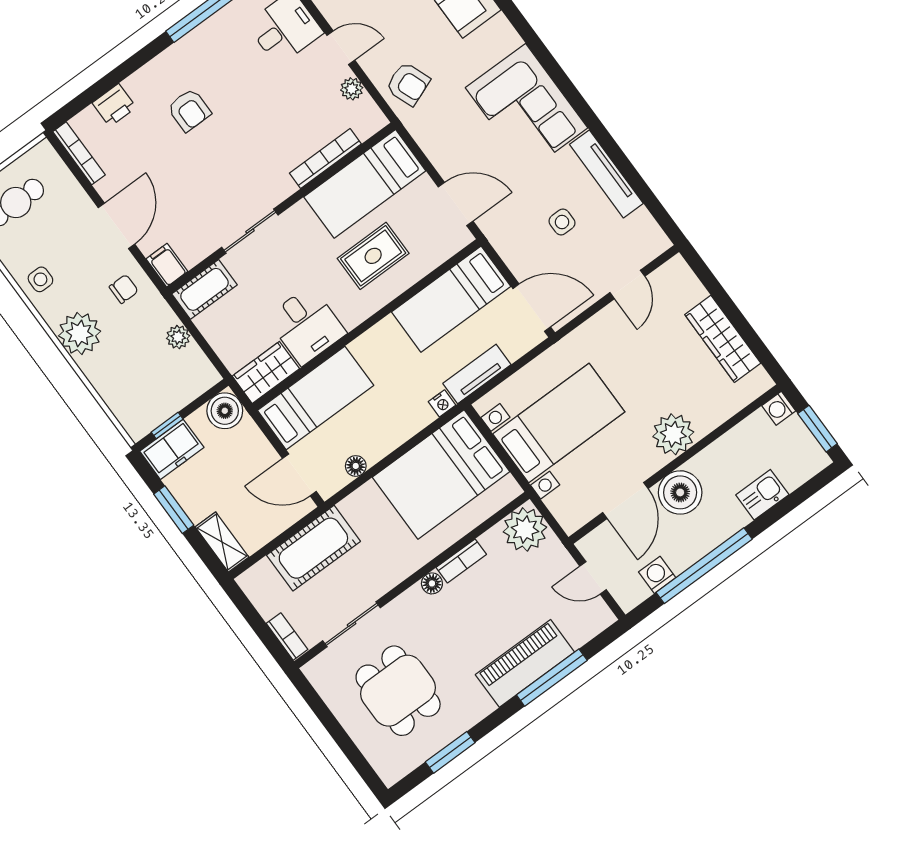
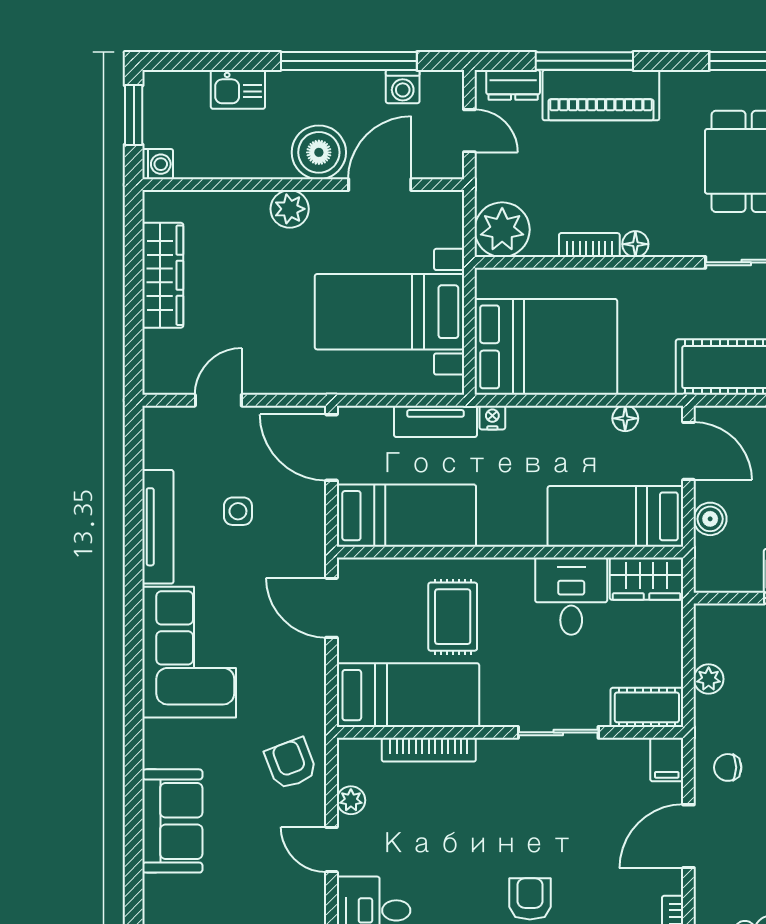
rug: (373, 256) -> (453, 617), turned 90
boiler: (225, 411) -> (710, 519), moved, width x0.73, depth x0.73
plant: (673, 434) -> (290, 209), width x0.73, depth x0.73
dresser: (587, 628) -> (513, 85), added

